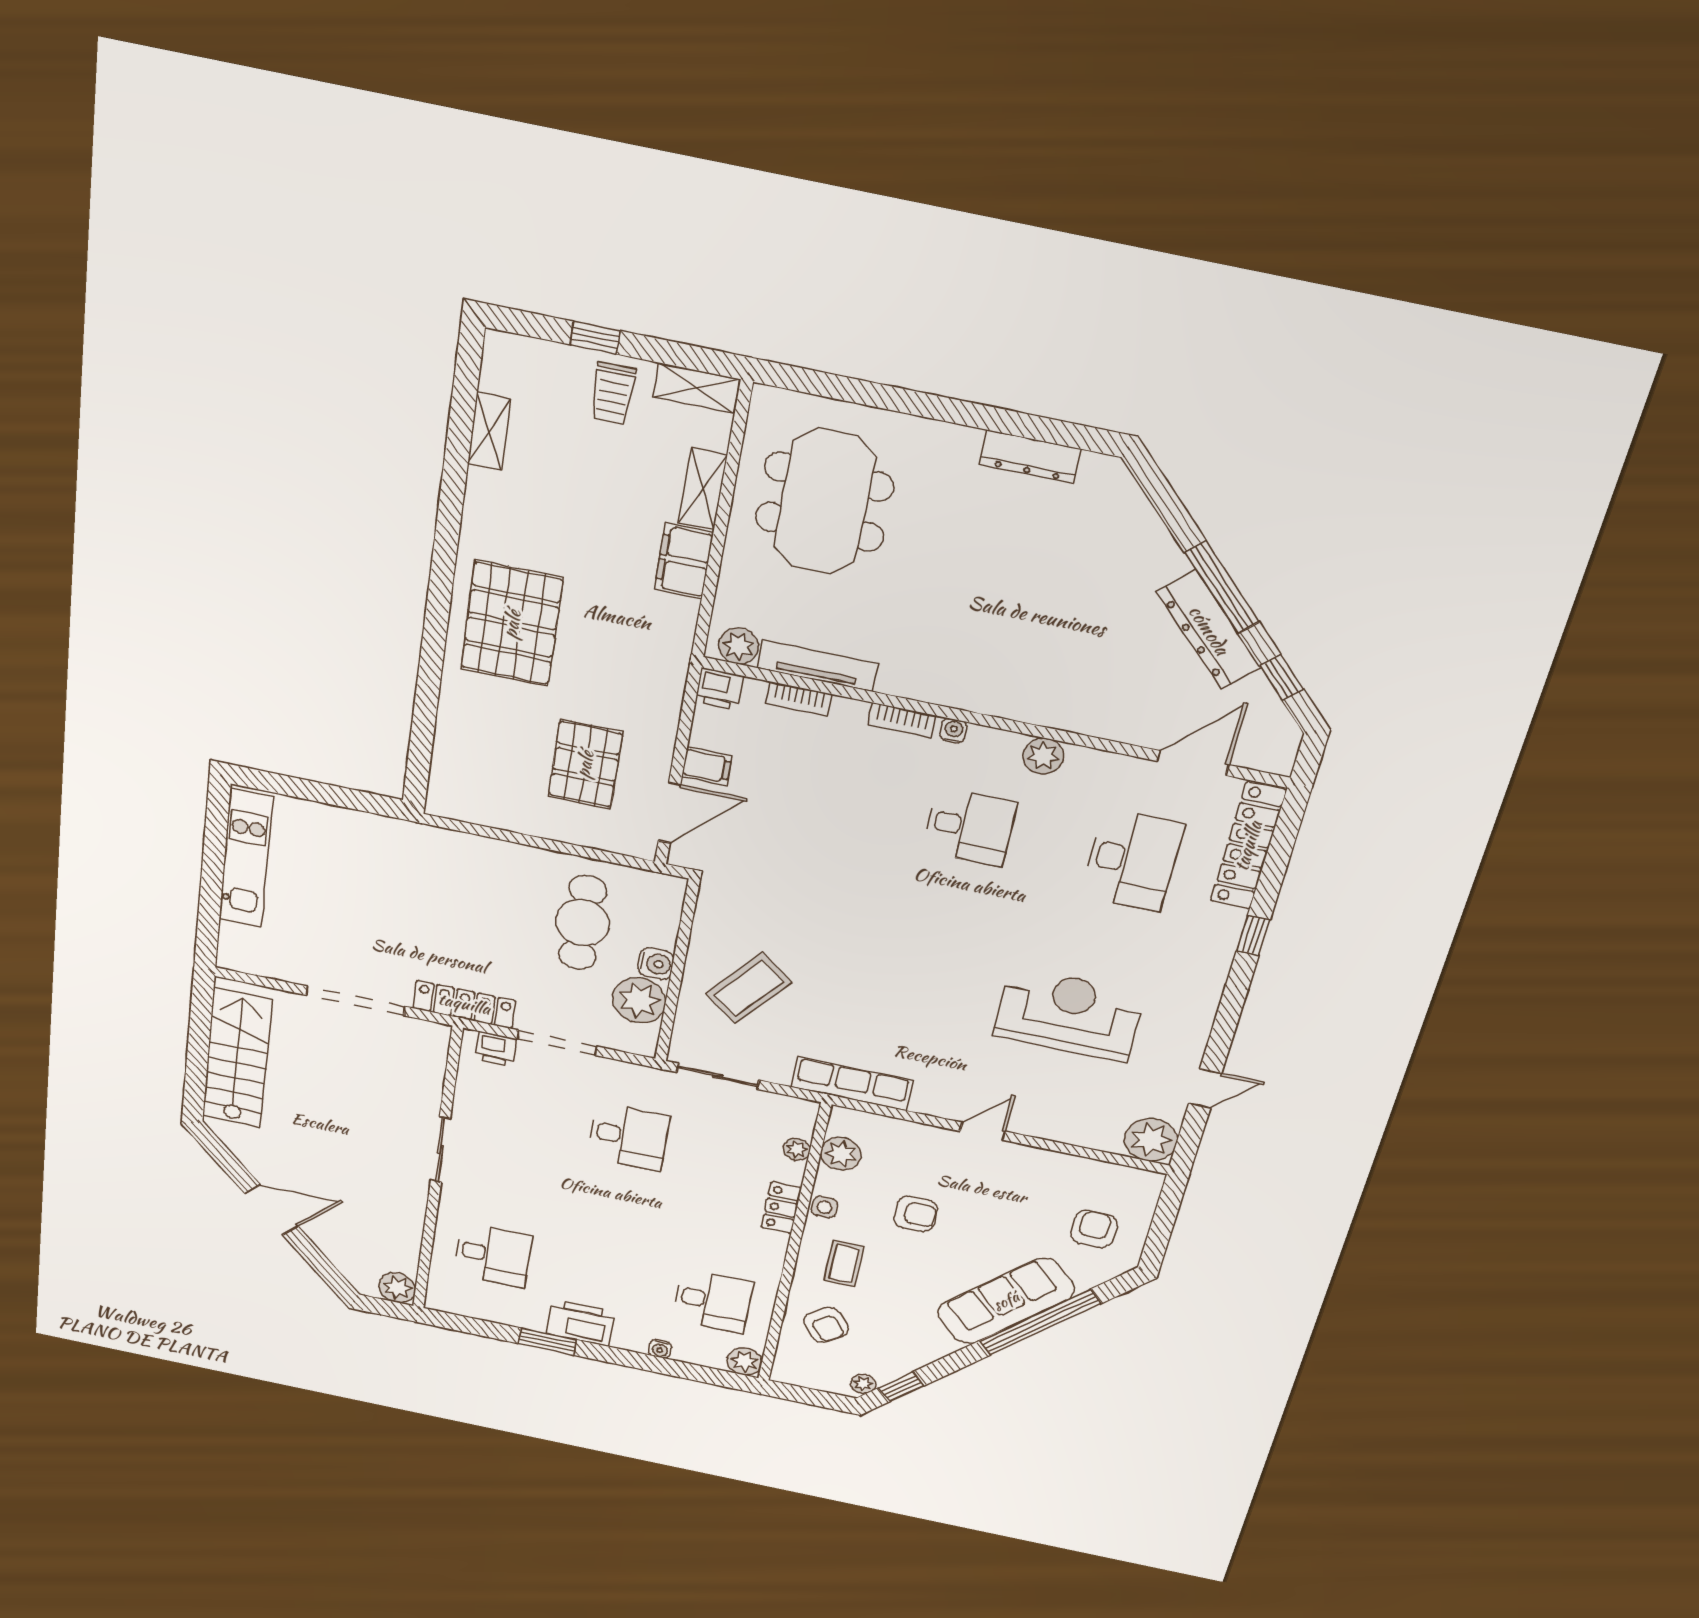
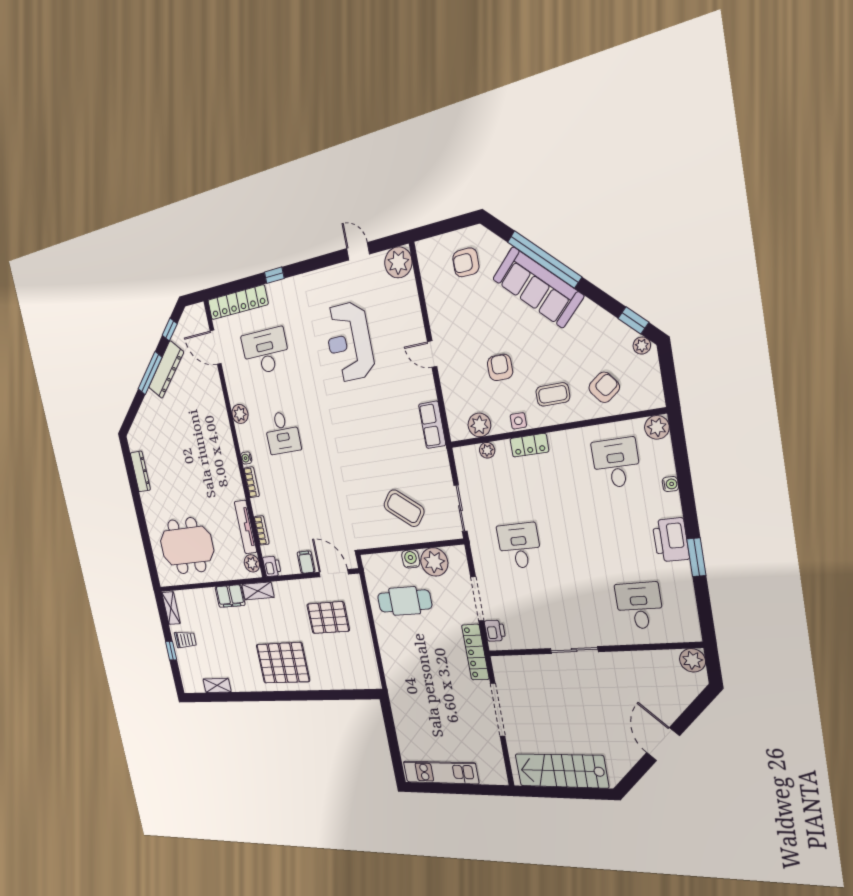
shelving: (703, 489) -> (258, 591), moved
desk: (970, 827) -> (282, 433), turned 180
row of seats: (852, 1084) -> (432, 425), width x0.68

